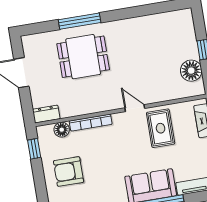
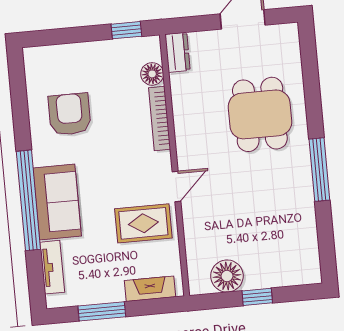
window: (80, 21) -> (319, 170), moved
armchair: (69, 171) -> (70, 114), moved

